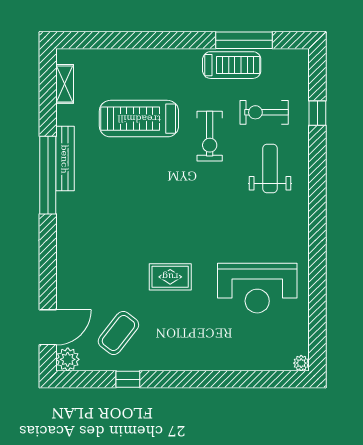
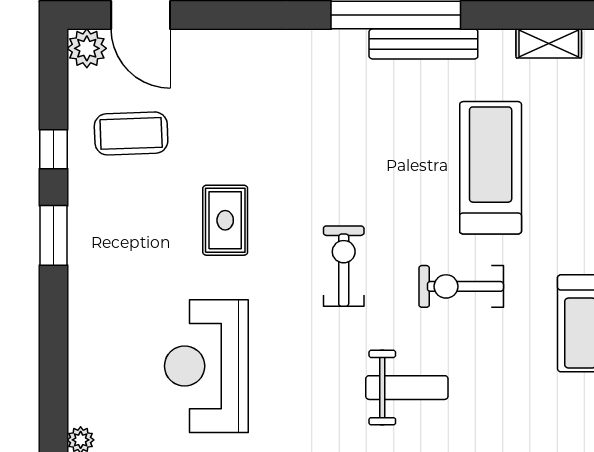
exercise bike: (264, 112) -> (344, 266), moved
coffee table: (118, 333) -> (131, 133), turned -40
window: (179, 379) -> (54, 235), added

